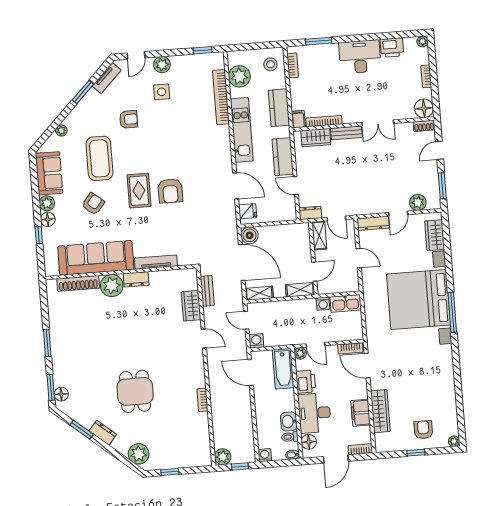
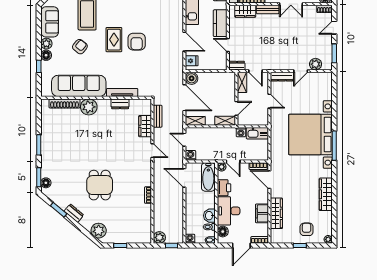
wardrobe: (435, 235) -> (326, 194), moved, width x1.50
dresser: (136, 279) -> (120, 104), moved

